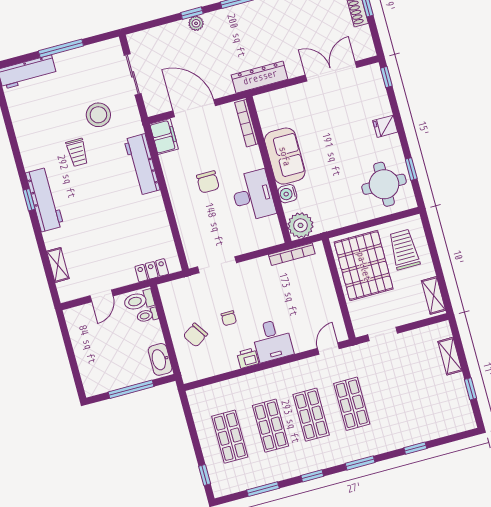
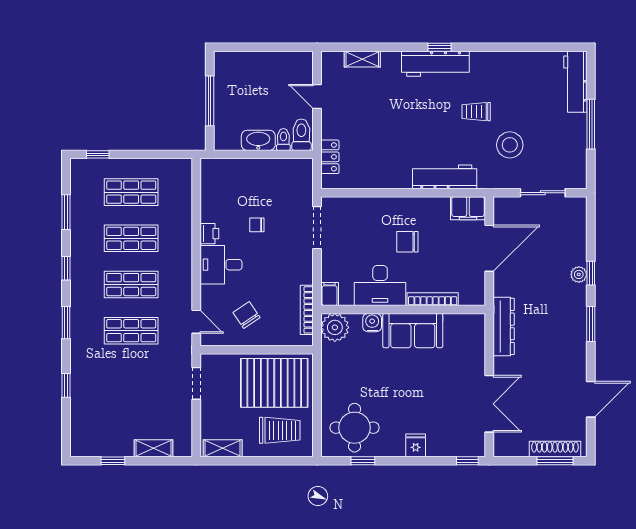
bookcase: (246, 123) -> (433, 299), moved
filing cabinet: (272, 238) -> (330, 294), added
chair: (195, 335) -> (246, 315), moved
washbasin: (160, 359) -> (258, 140), moved

